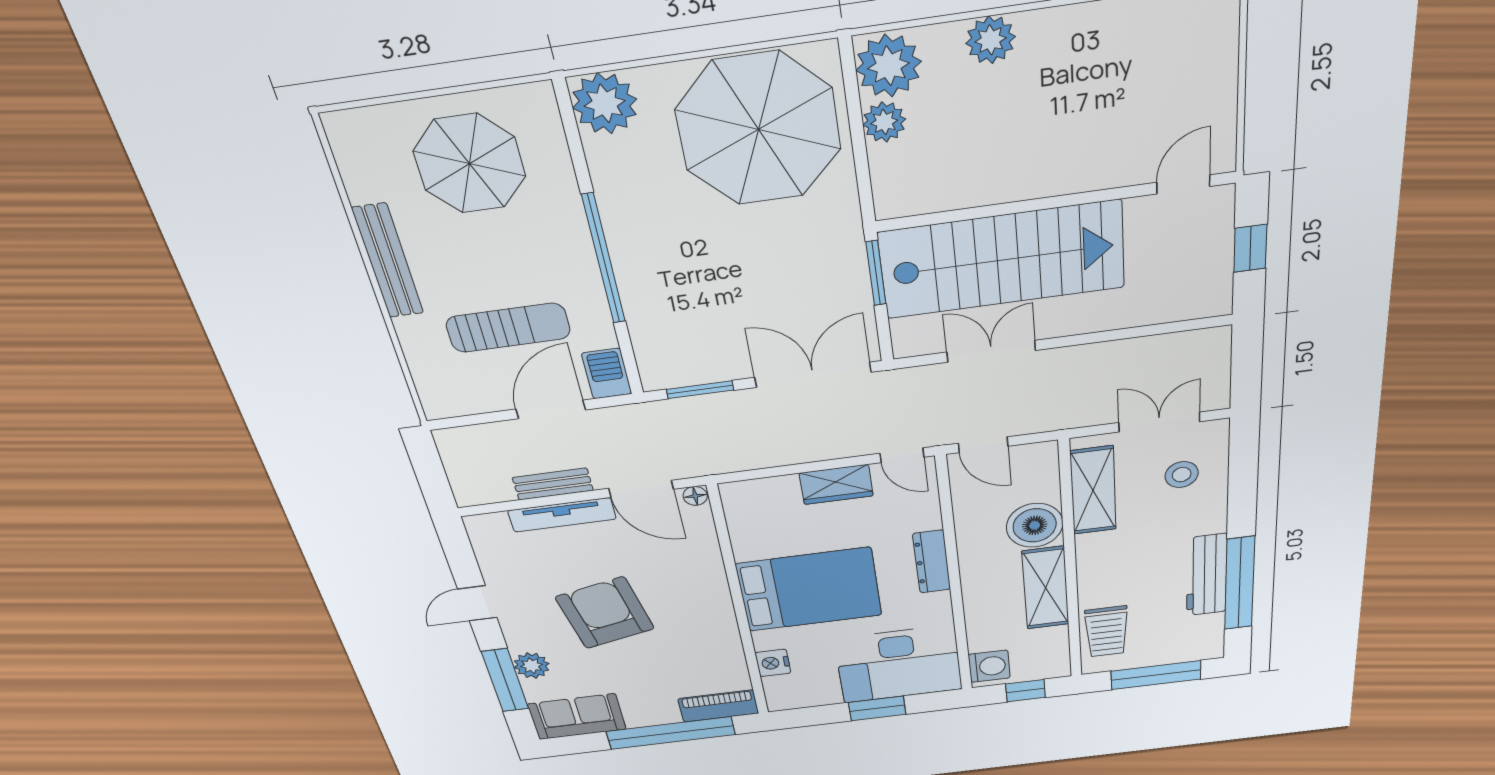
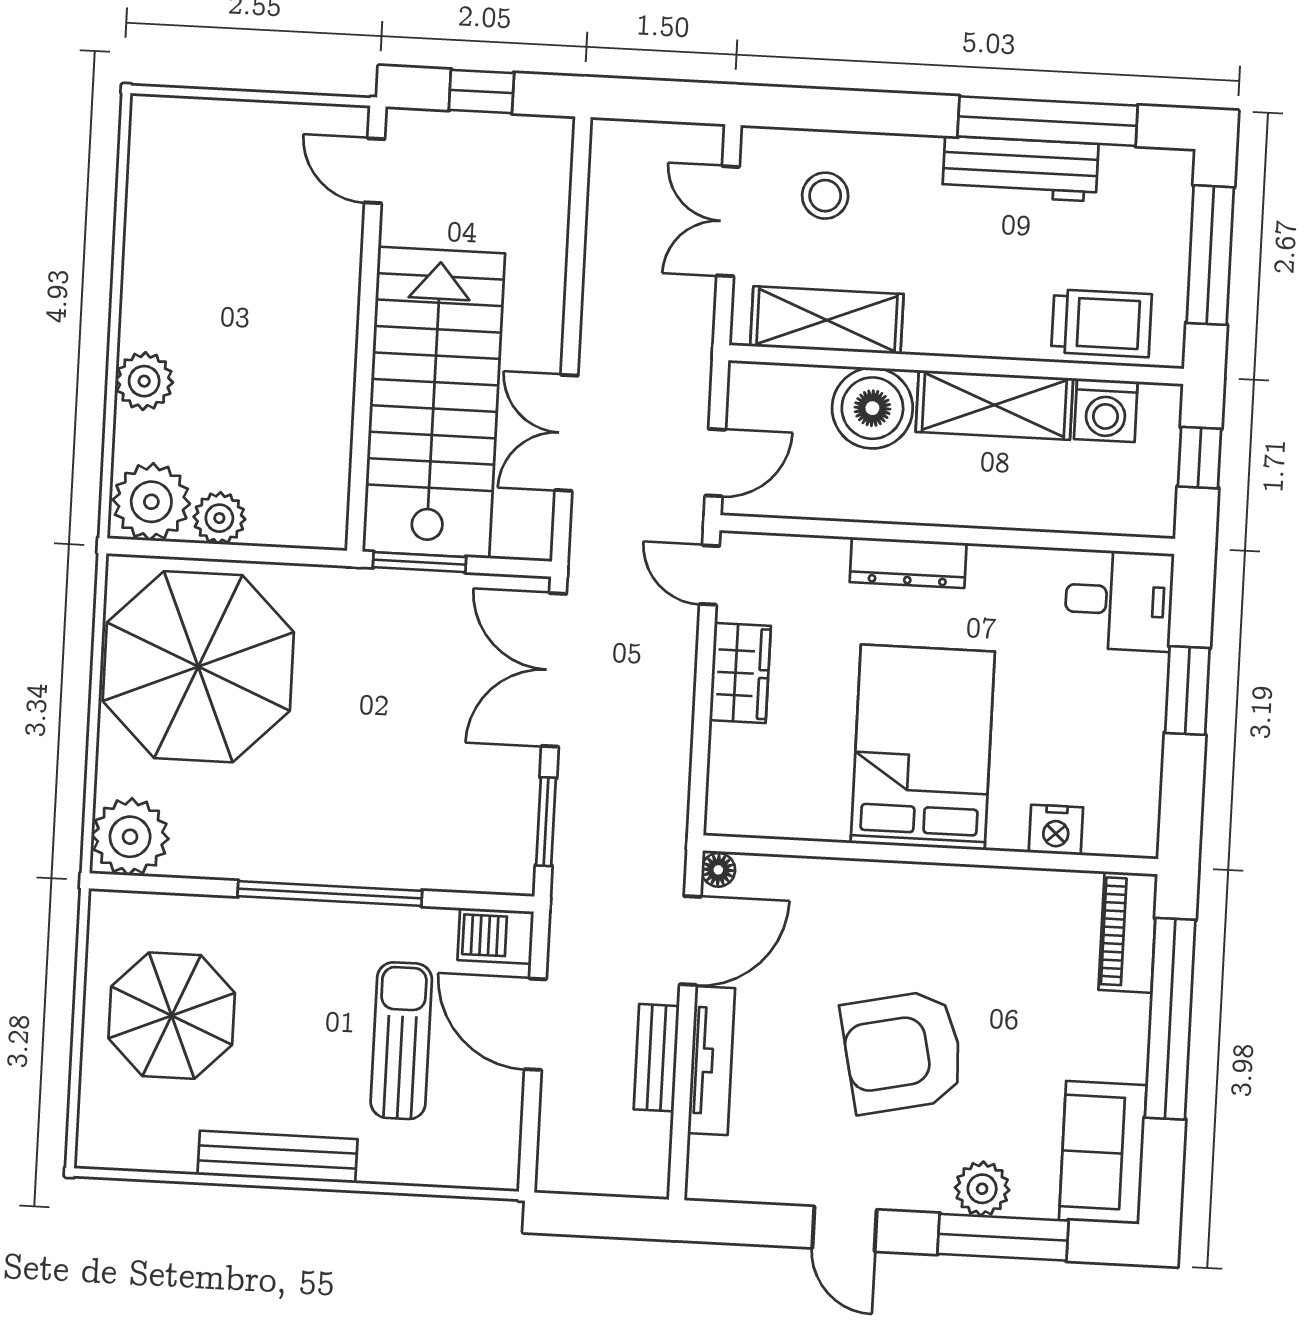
door: (902, 455) -> (709, 575), swing flipped
desk: (899, 664) -> (1119, 600), width x0.53, depth x0.77
washing machine: (989, 666) -> (1106, 410), moved, turned 180

